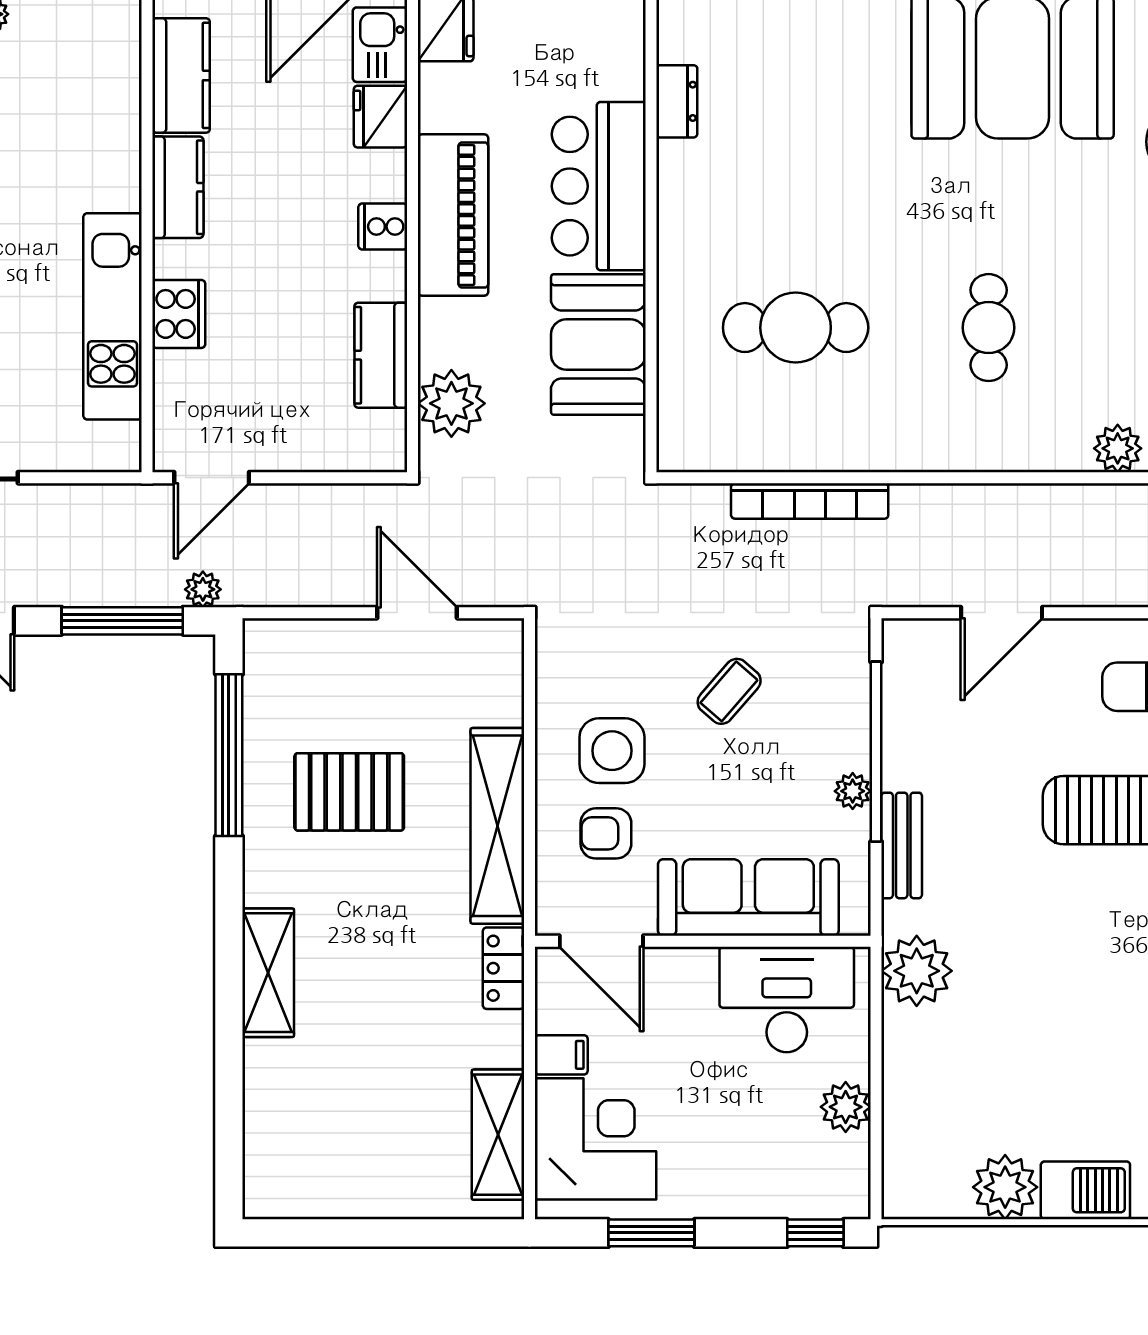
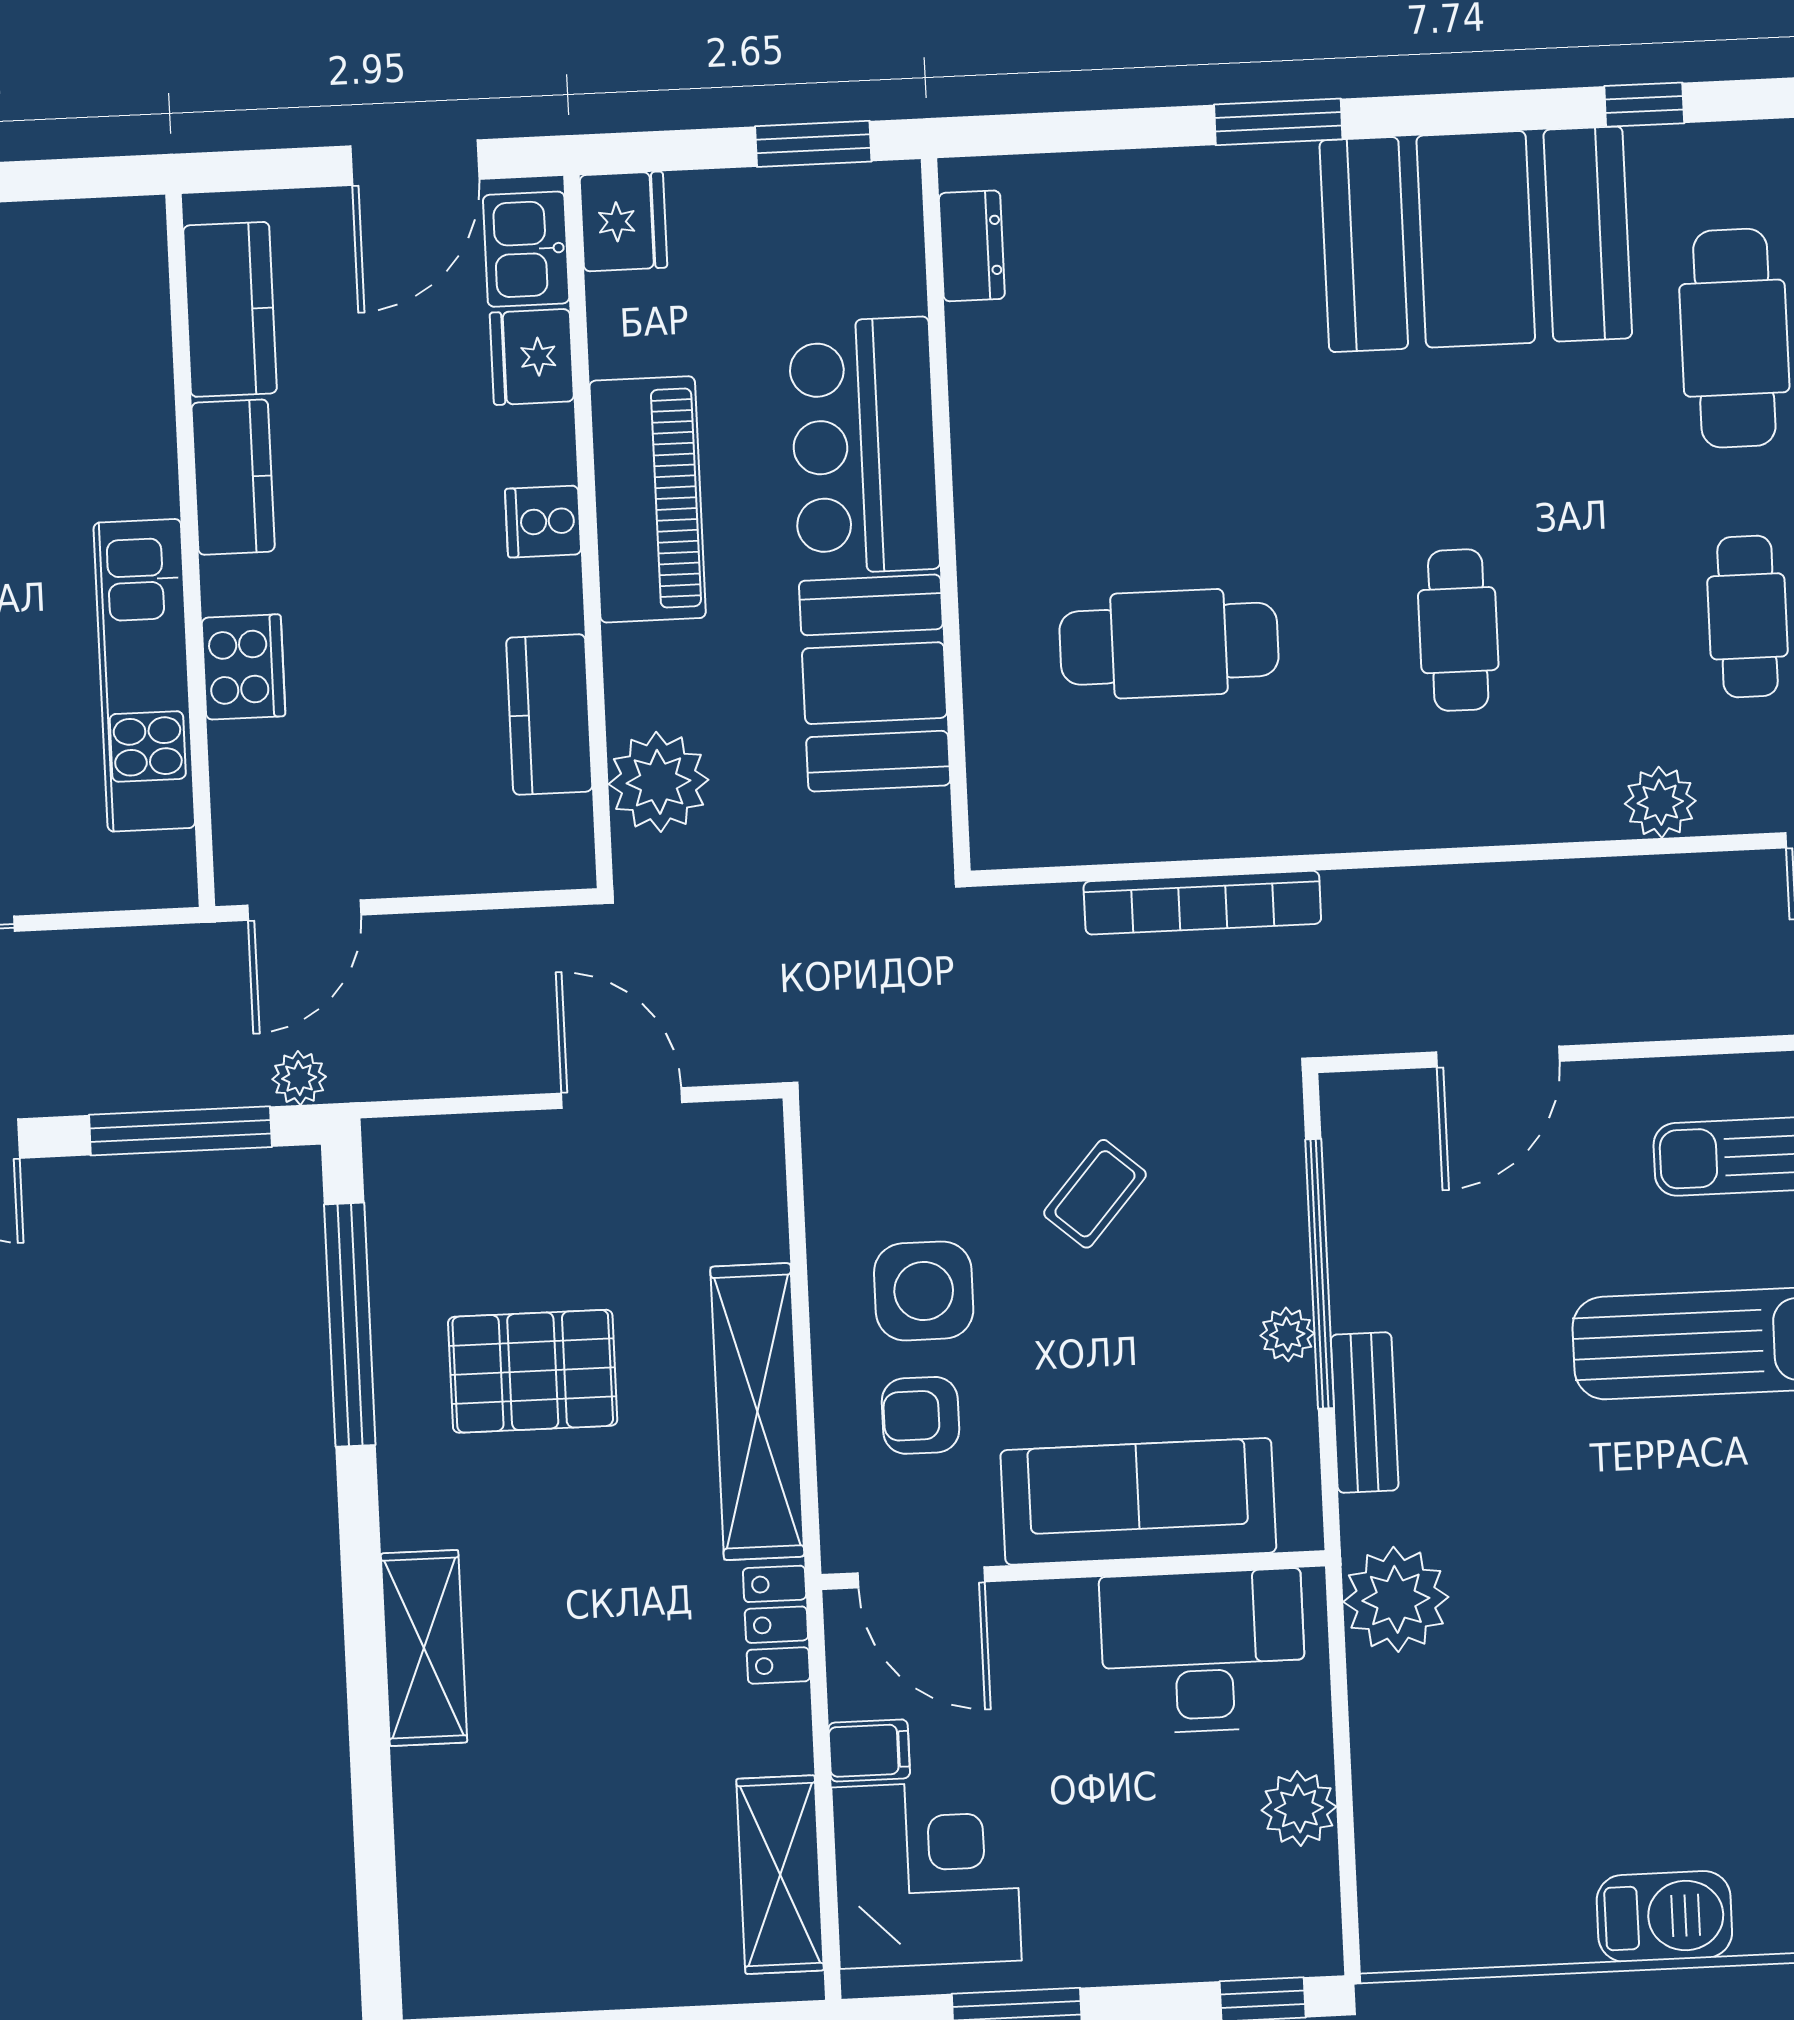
dresser: (677, 101) -> (972, 246), moved
plant: (1005, 1187) -> (1544, 1917), removed

